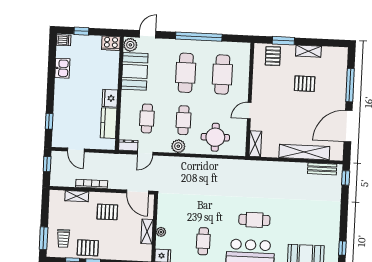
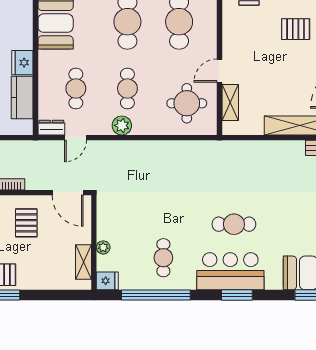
round table: (215, 137) -> (187, 103), moved
shelving: (255, 144) -> (230, 103), moved
pallet: (107, 212) -> (26, 223), turned 90
shelving: (147, 231) -> (84, 262), moved

